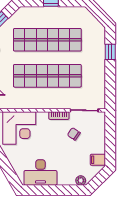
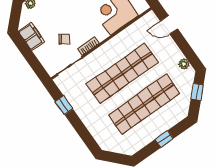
window: (110, 52) -> (64, 105), moved
filing cabinet: (98, 160) -> (31, 36), width x2.00

